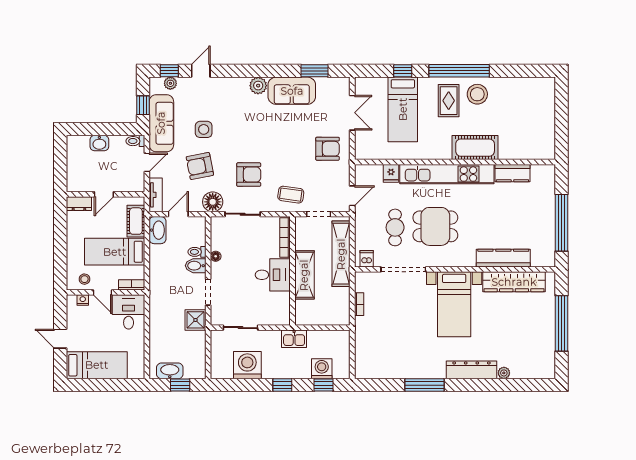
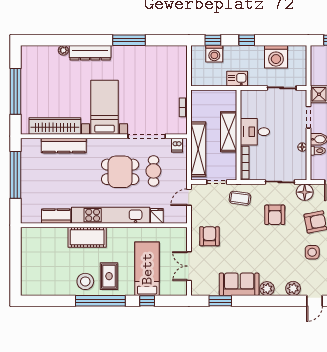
plant: (227, 86) -> (293, 288), added
armchair: (328, 149) -> (209, 236), turned 90
armchair: (249, 175) -> (275, 215), turned -90

